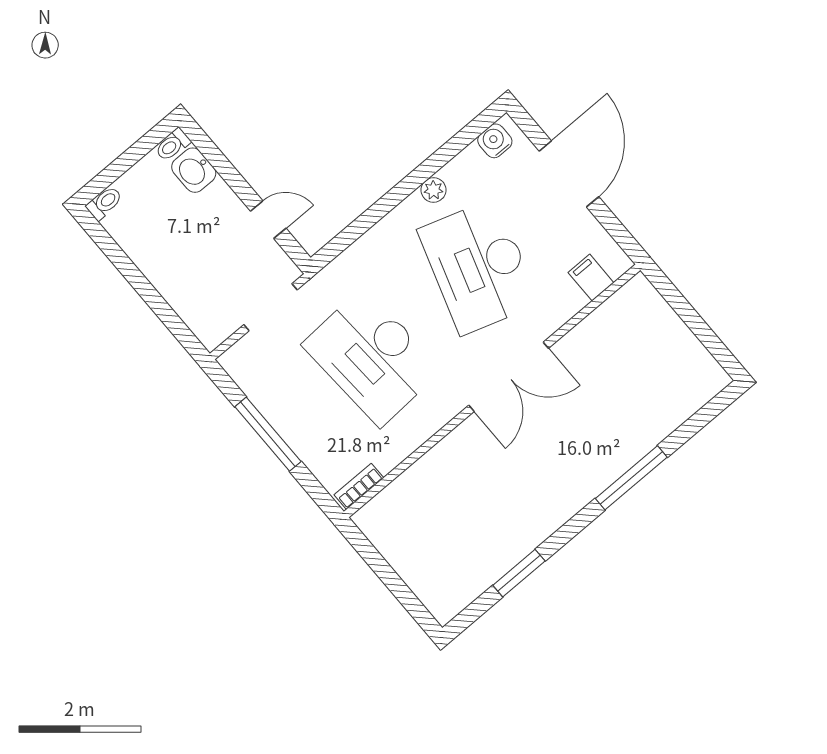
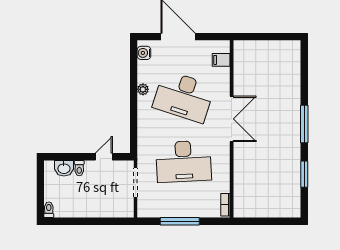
toilet: (173, 145) -> (79, 168), moved
window: (631, 478) -> (304, 124), moved

